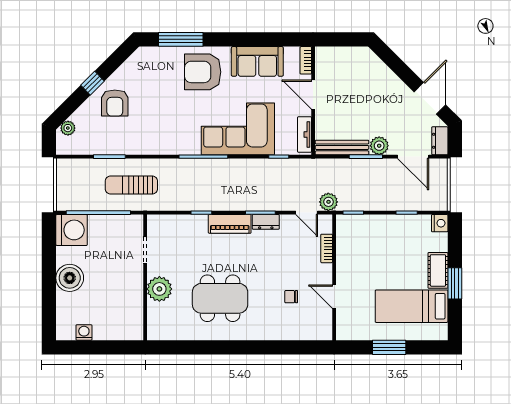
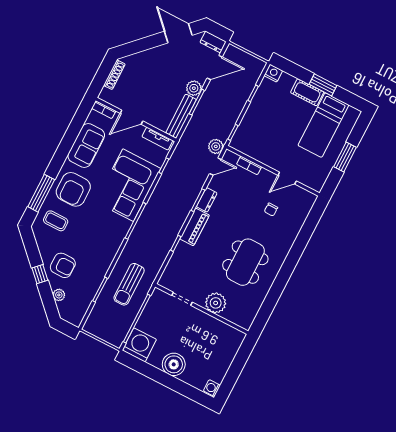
shoe rack: (349, 52) -> (114, 75), added
coffee table: (159, 70) -> (56, 221), added
plant: (68, 128) -> (59, 295), moved
washing machine: (84, 332) -> (212, 388), moved

